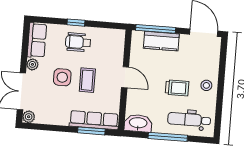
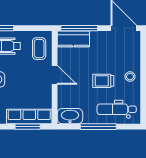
kitchen counter: (161, 41) -> (73, 39), moved
coffee table: (87, 80) -> (39, 49), moved
trolley: (177, 88) -> (103, 81), turned 180

